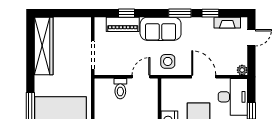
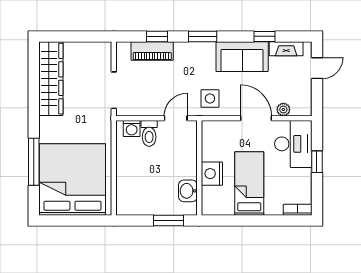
window: (180, 13) -> (203, 36), moved
sofa: (161, 29) -> (242, 57), moved
plant: (242, 70) -> (283, 110), moved
washing machine: (107, 85) -> (132, 128), added

